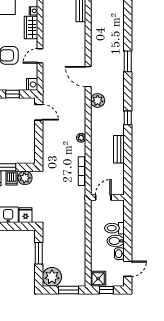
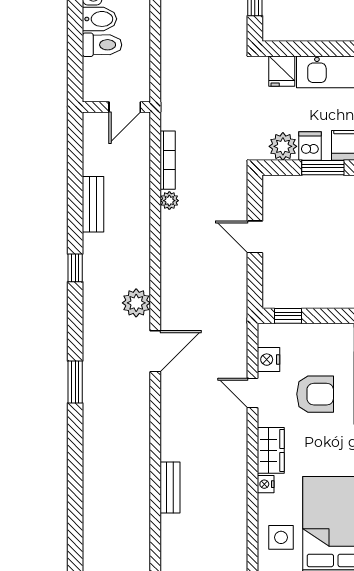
door: (40, 56) -> (252, 393), swing flipped
door: (88, 77) -> (155, 351), hinge flipped
nightstand: (32, 84) -> (269, 360), moved
window: (12, 94) -> (288, 316), moved
door: (39, 112) -> (255, 237), moved
plant: (81, 138) -> (169, 201), moved

